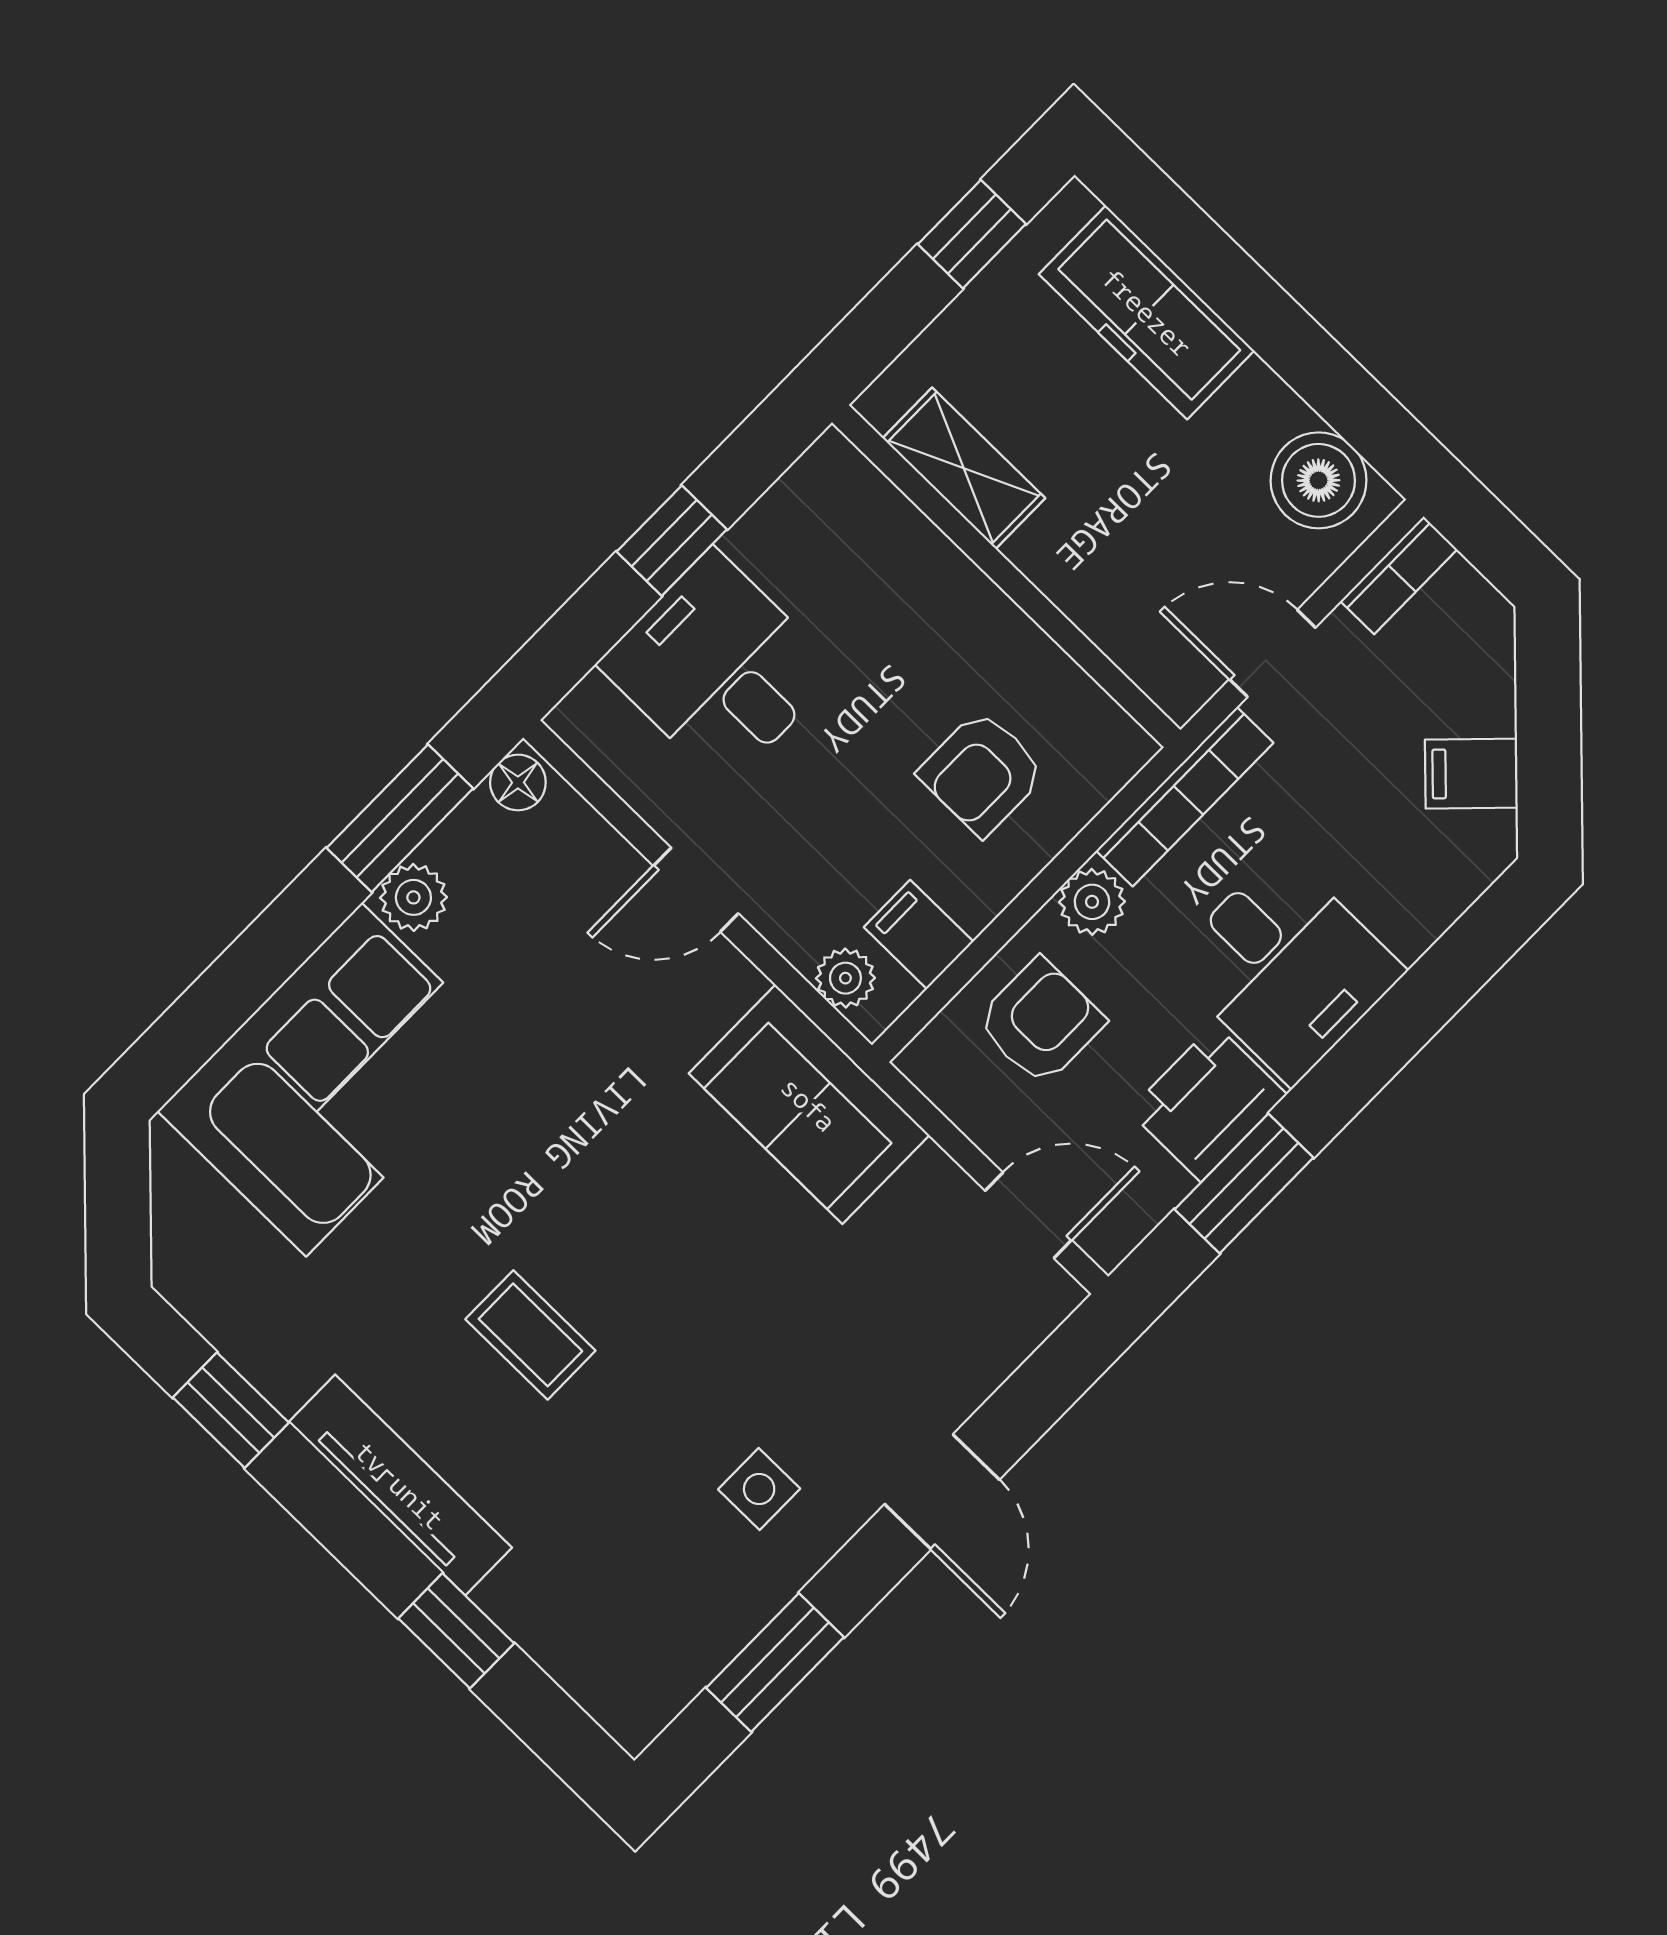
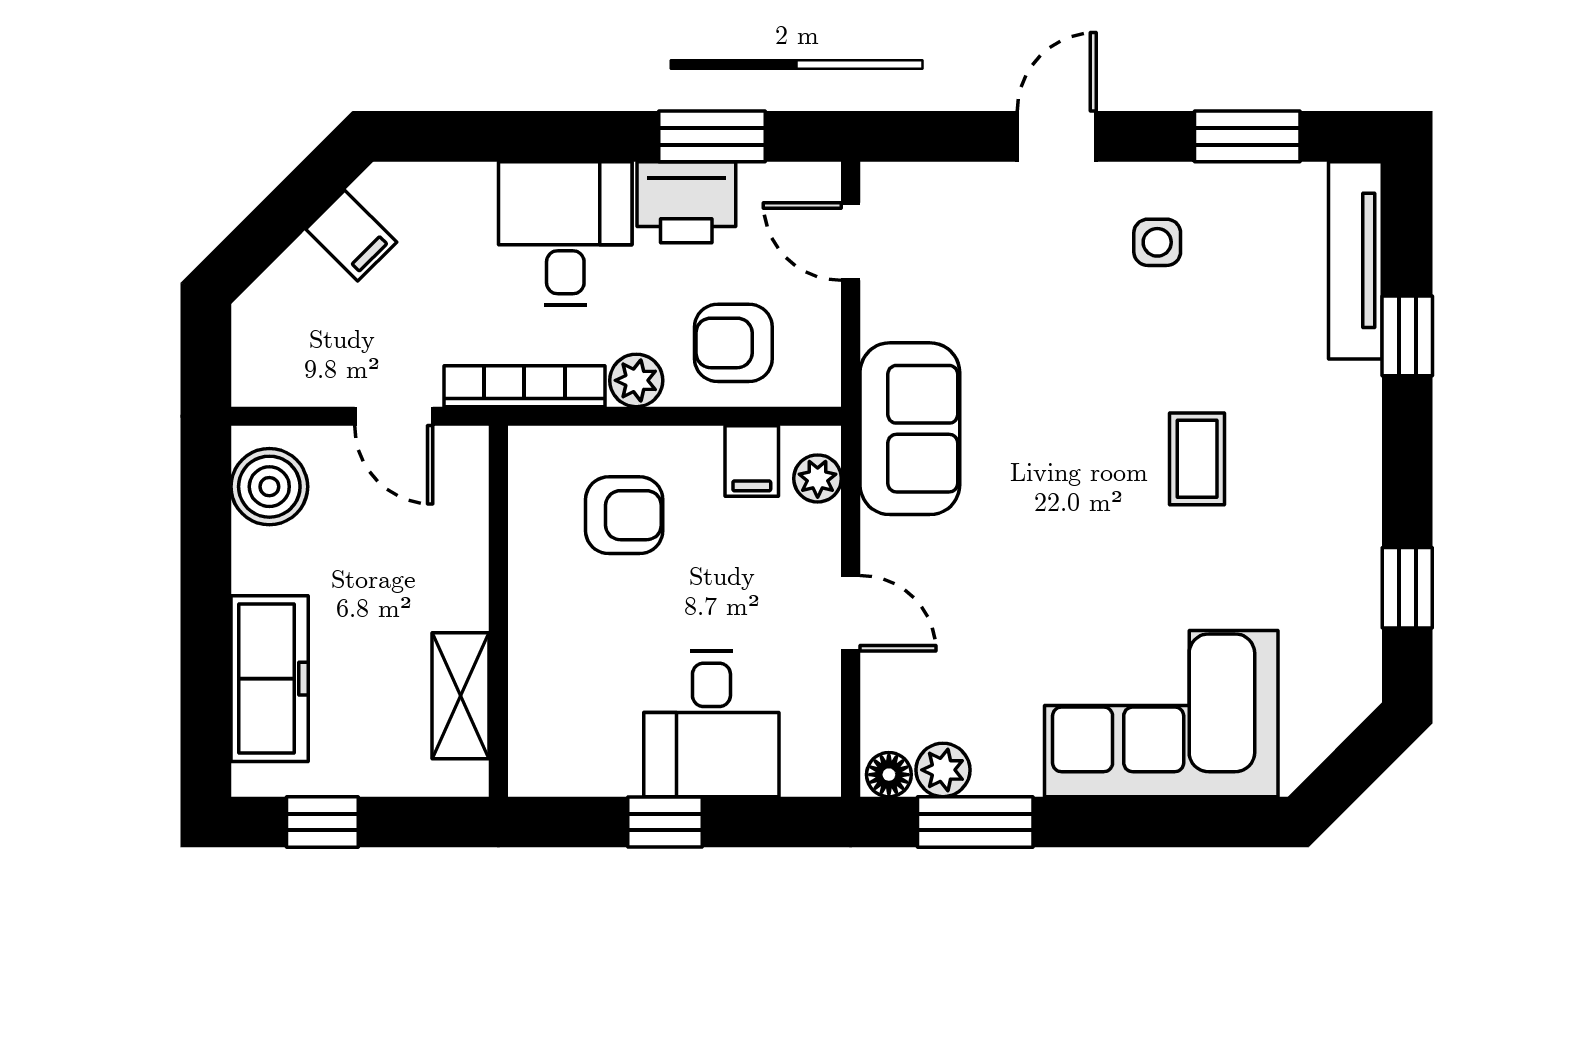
bookcase: (1399, 575) -> (279, 388), removed
plant: (413, 897) -> (943, 770), moved
tv unit: (400, 1485) -> (1355, 260), moved

